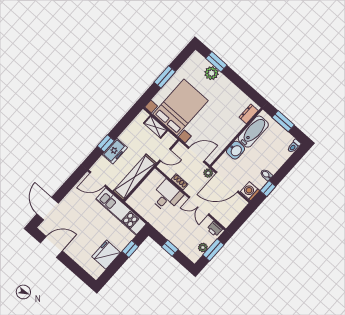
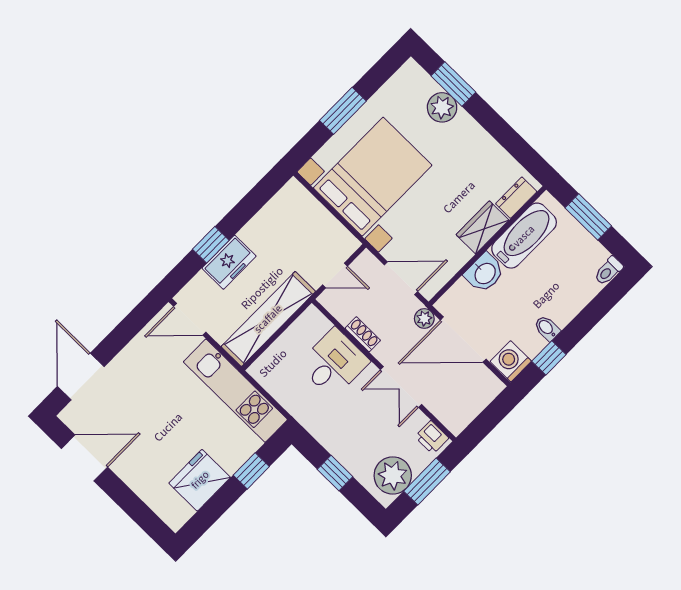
shelving: (156, 127) -> (318, 215), removed
wardrobe: (233, 129) -> (482, 227), added
plant: (203, 247) -> (393, 475), width x1.87, depth x1.87

